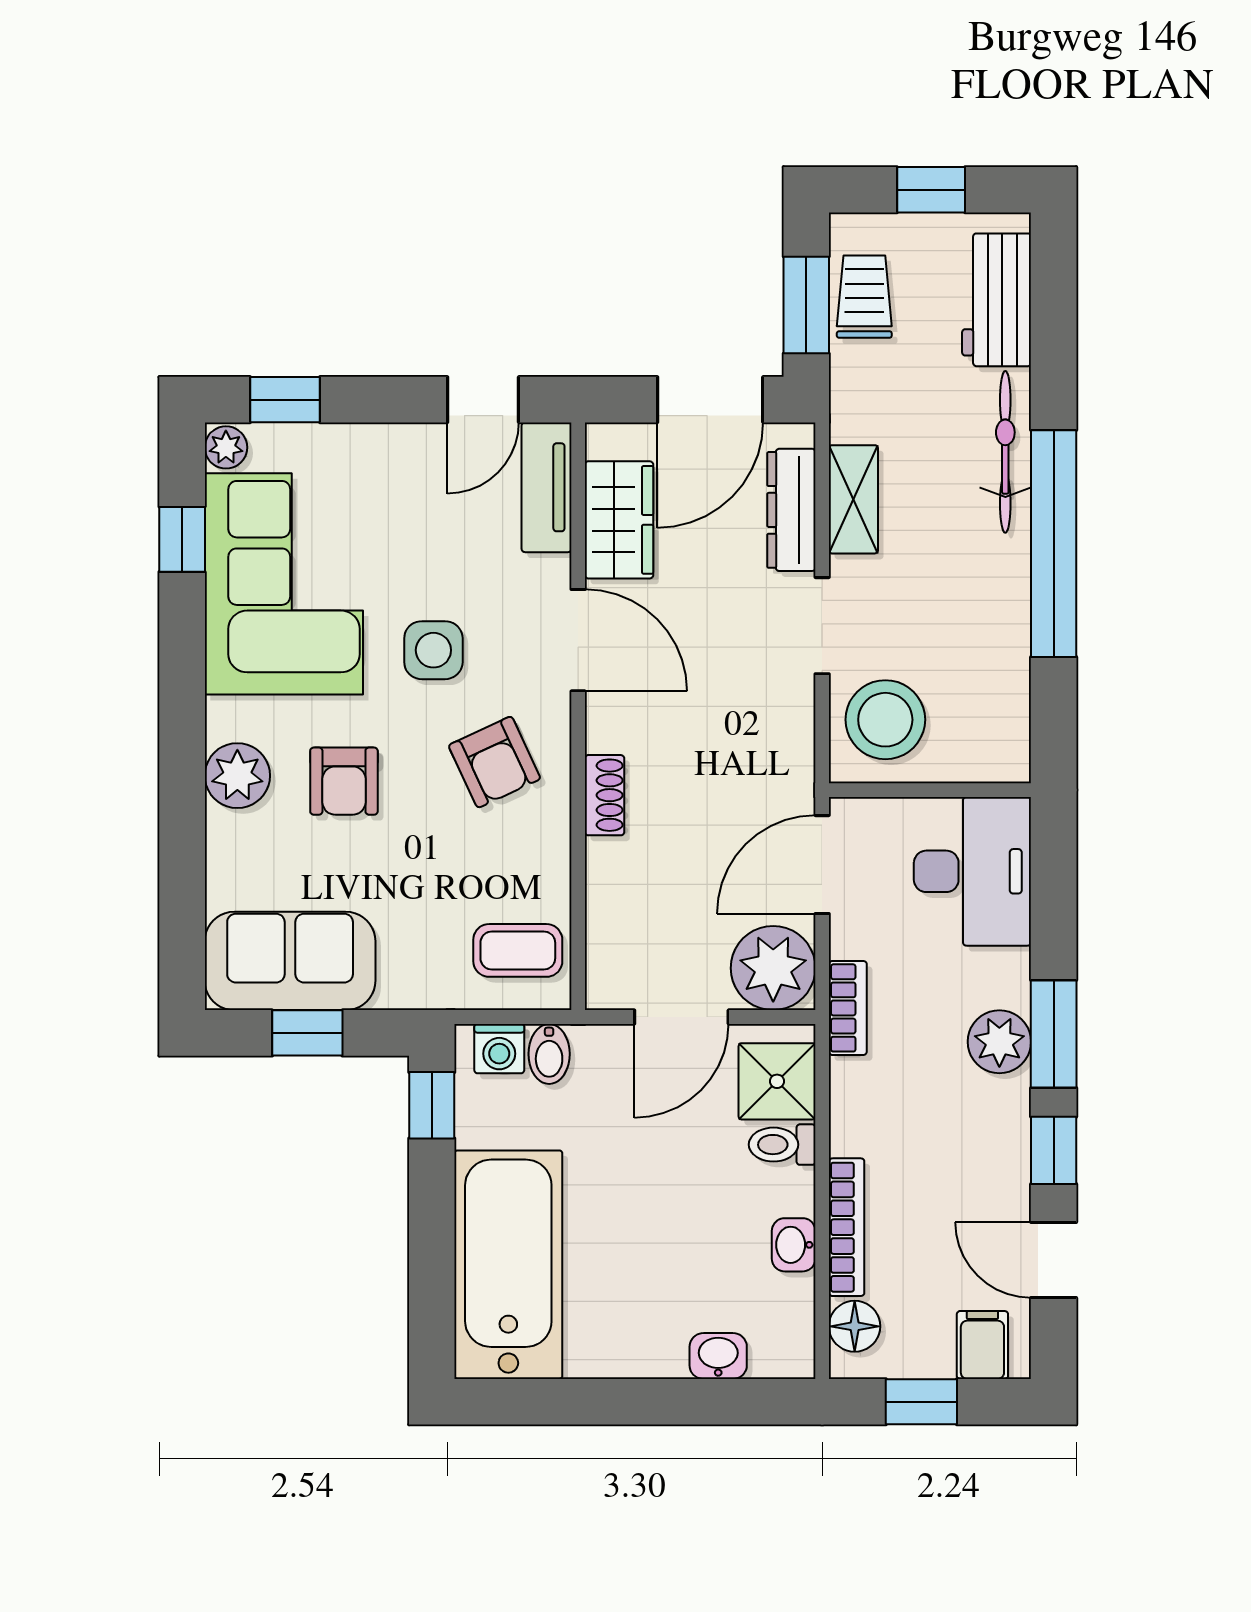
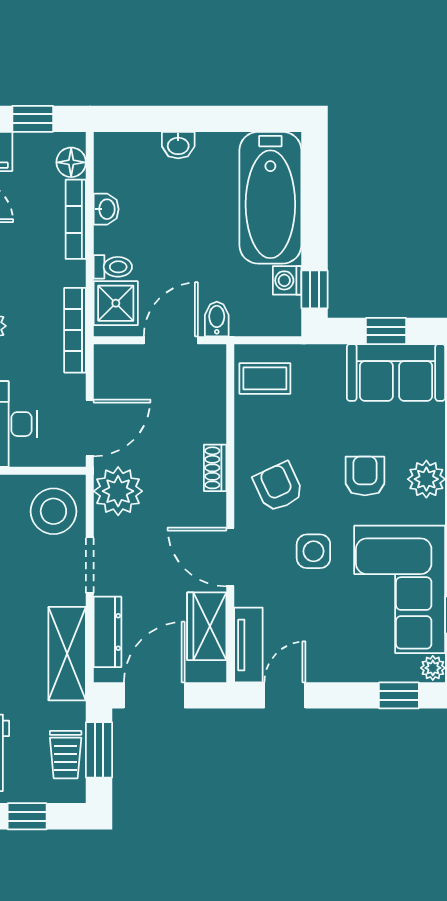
shelving: (853, 499) -> (67, 654), width x1.50, depth x1.33
plant: (773, 968) -> (118, 491), moved
bookcase: (848, 1008) -> (75, 330), width x1.56
washing machine: (499, 1049) -> (287, 280), moved, turned -90
bidet: (549, 1054) -> (217, 319), moved
washbasin: (718, 1356) -> (178, 145), moved

